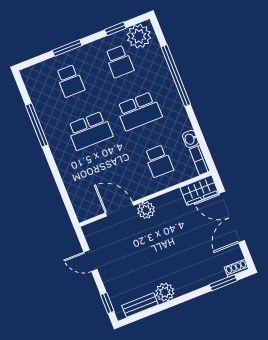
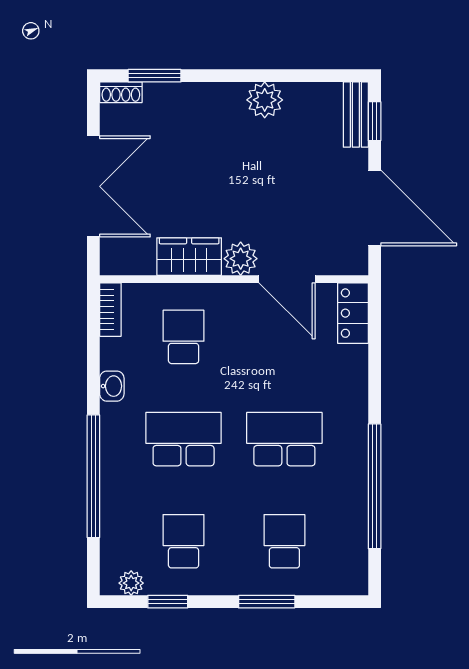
plant: (139, 36) -> (131, 583), width x0.53, depth x0.53
window: (37, 125) -> (375, 486), width x1.46
washbasin: (190, 139) -> (112, 386), moved
wardrobe: (199, 190) -> (189, 257), moved
locker: (81, 205) -> (353, 313), added
door: (90, 261) -> (375, 208), width x1.87
bench: (140, 305) -> (356, 115), moved, turned 90

